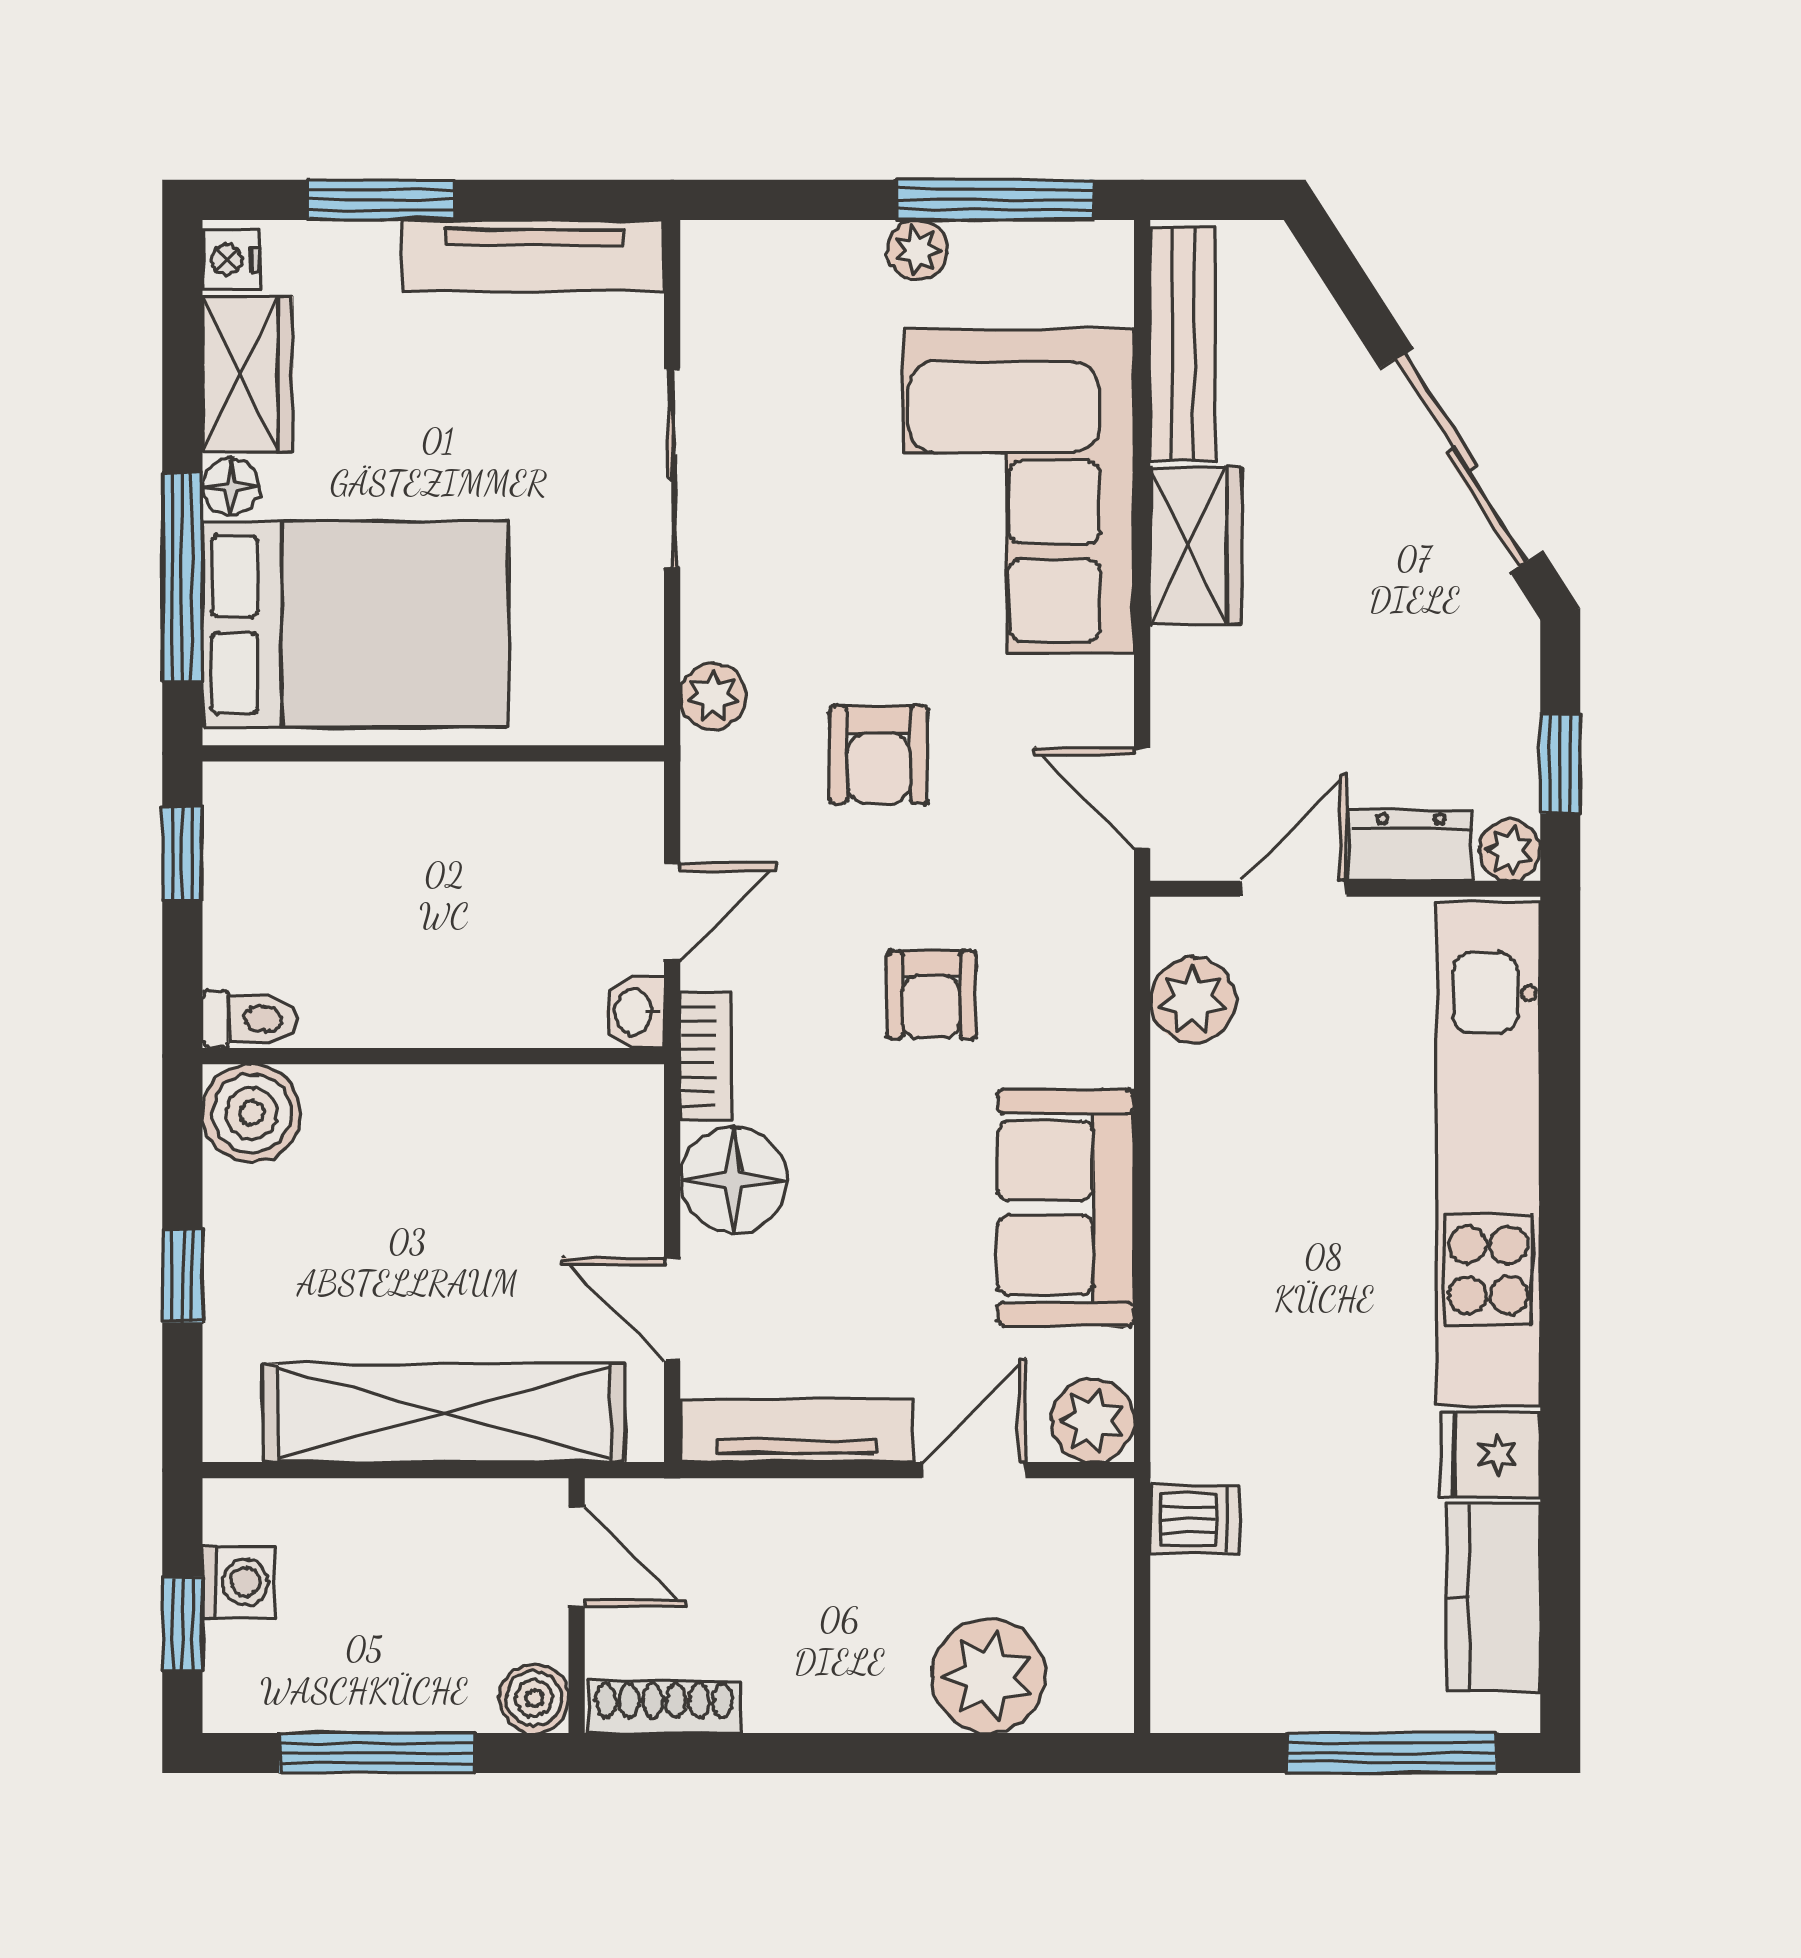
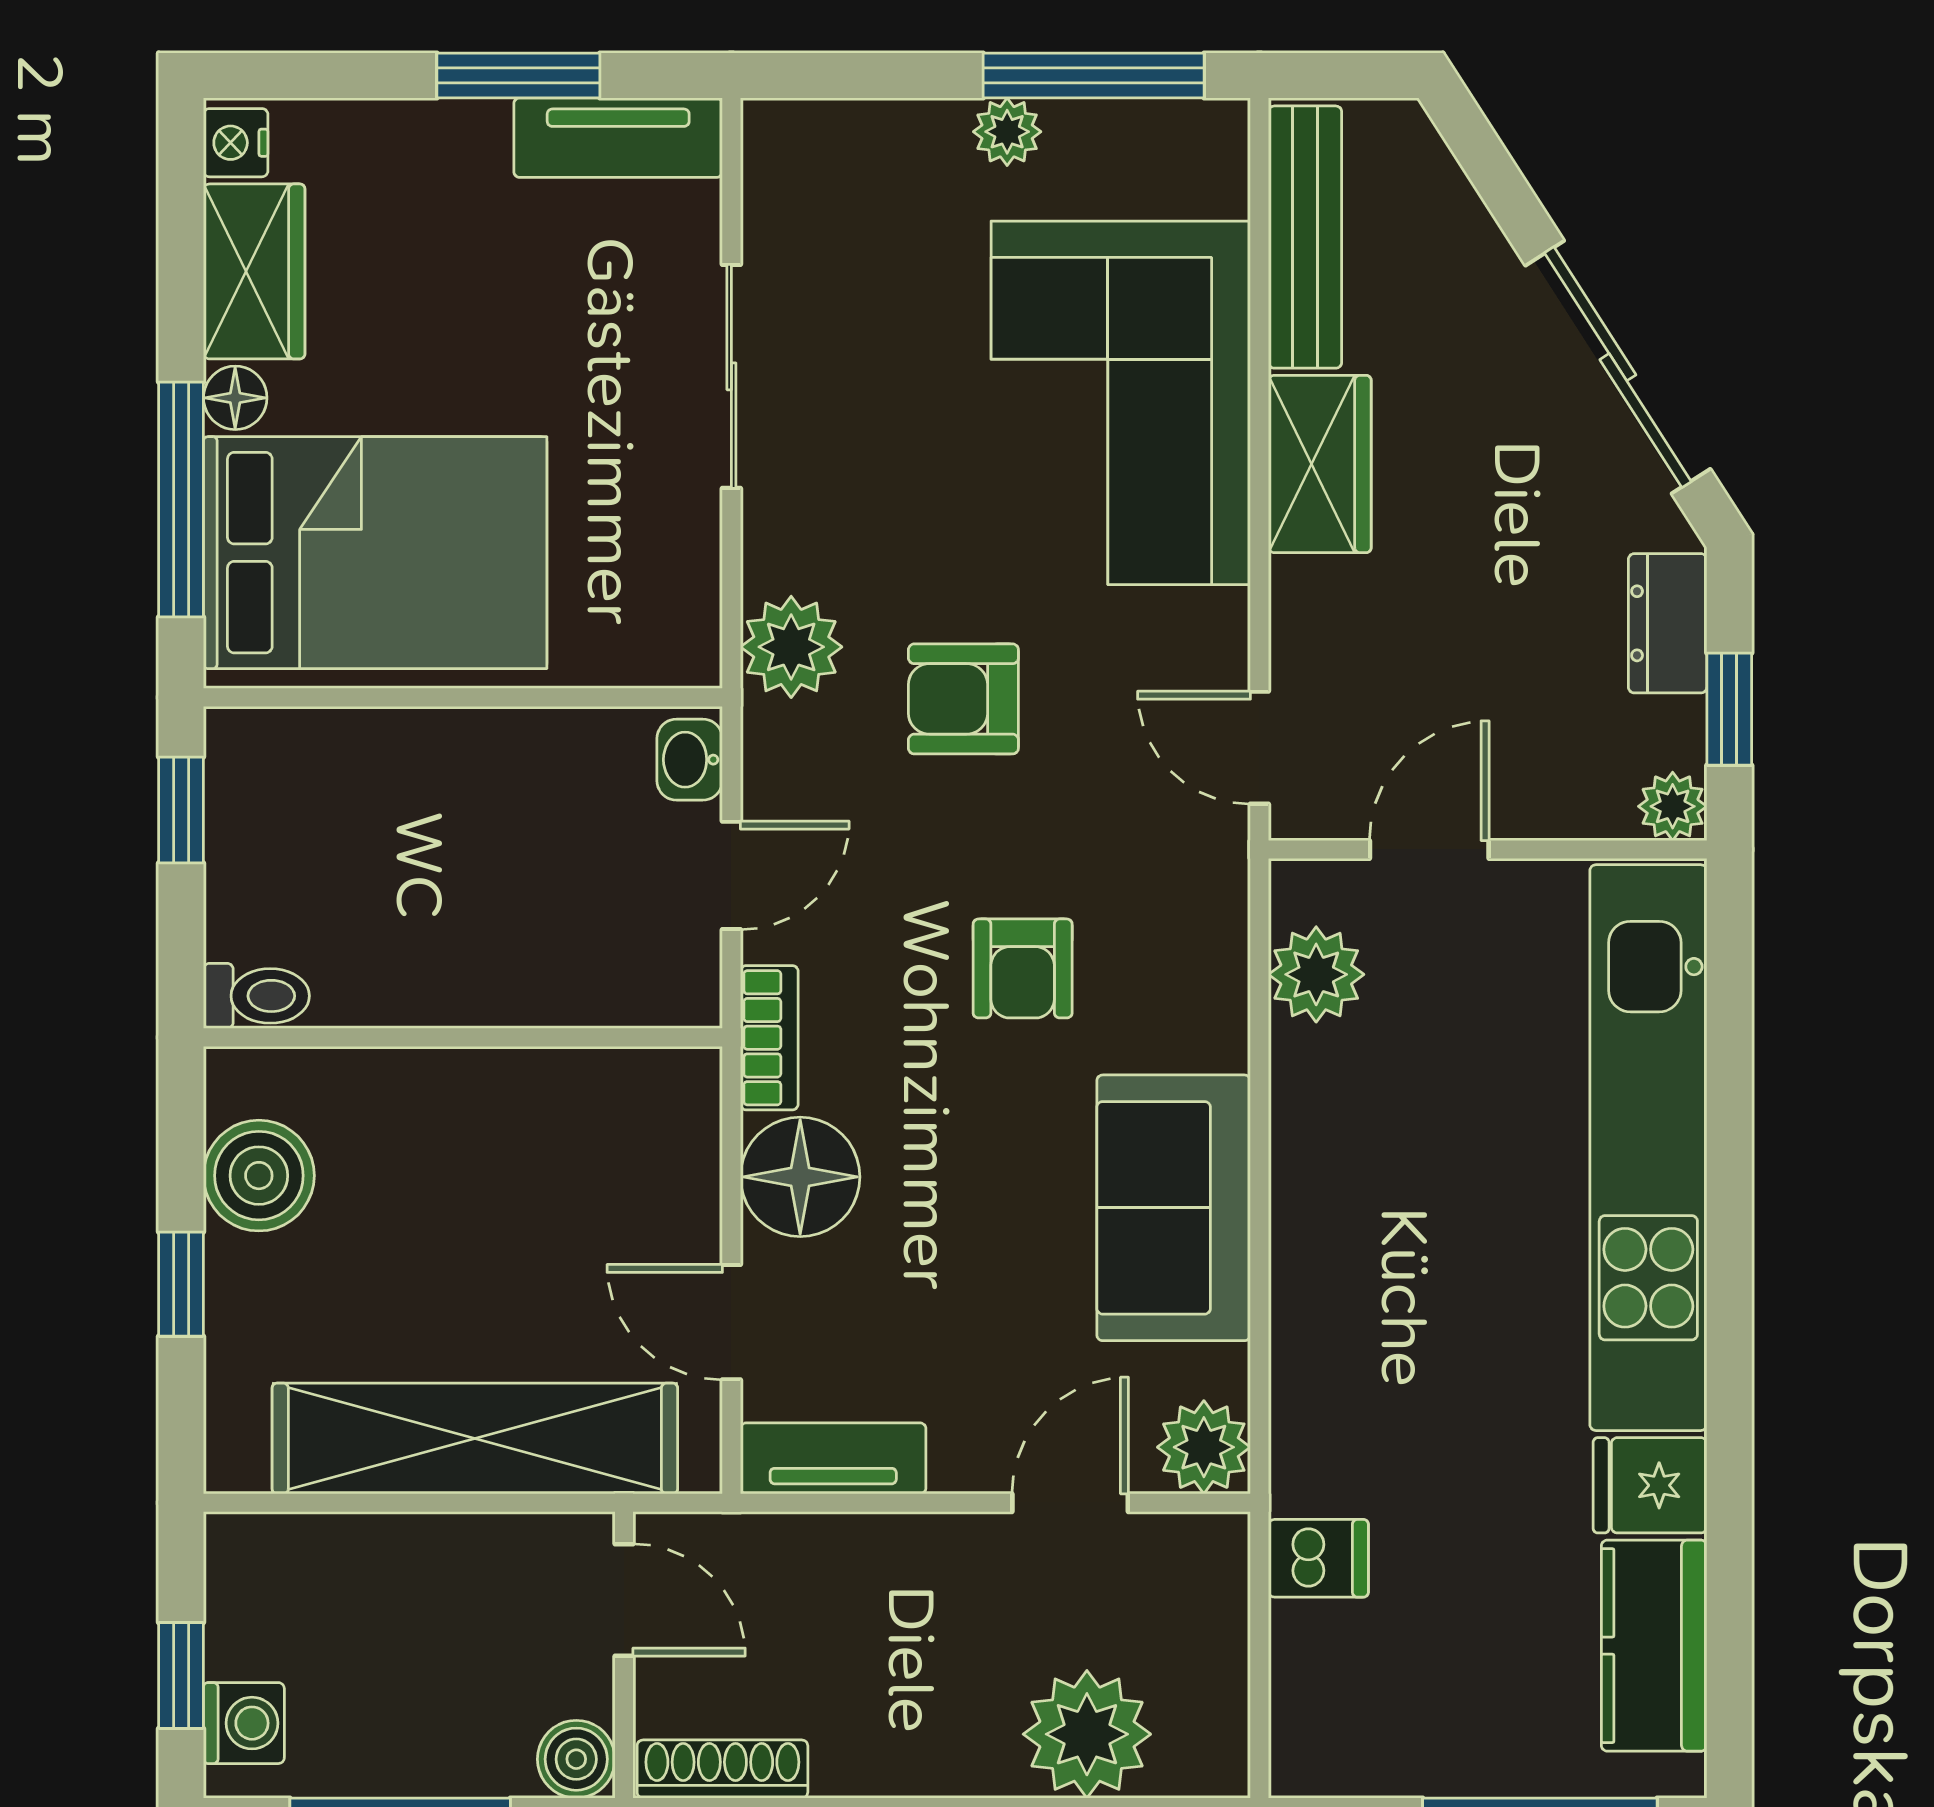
window: (381, 200) -> (518, 75), moved
tv unit: (533, 255) -> (618, 138), width x0.71
plant: (713, 696) -> (791, 647), width x1.38, depth x1.38
armchair: (879, 755) -> (963, 699), turned 90
dresser: (1411, 846) -> (1668, 623), moved, turned -90
washbasin: (635, 1012) -> (690, 760), moved
boiler: (252, 1113) -> (259, 1176), moved
tv unit: (797, 1431) -> (833, 1458), width x0.71
washing machine: (238, 1582) -> (244, 1723), moved

